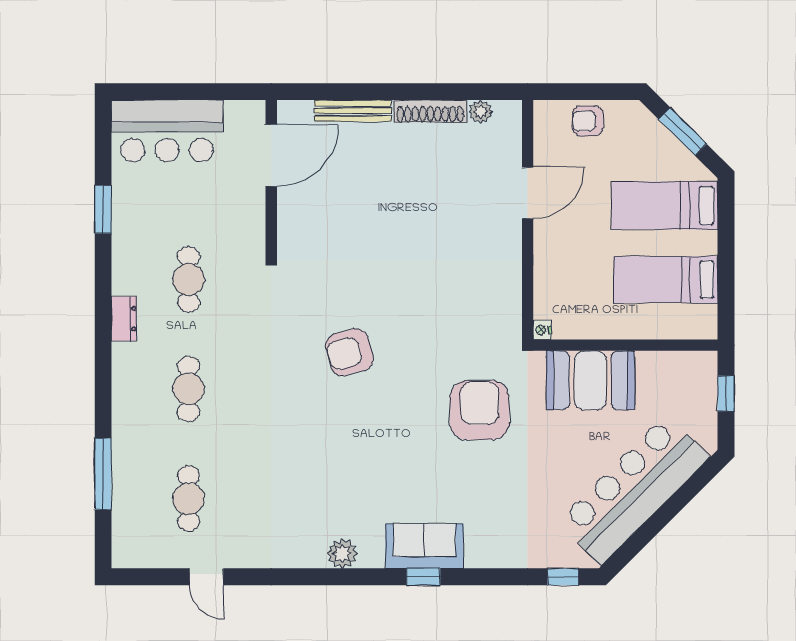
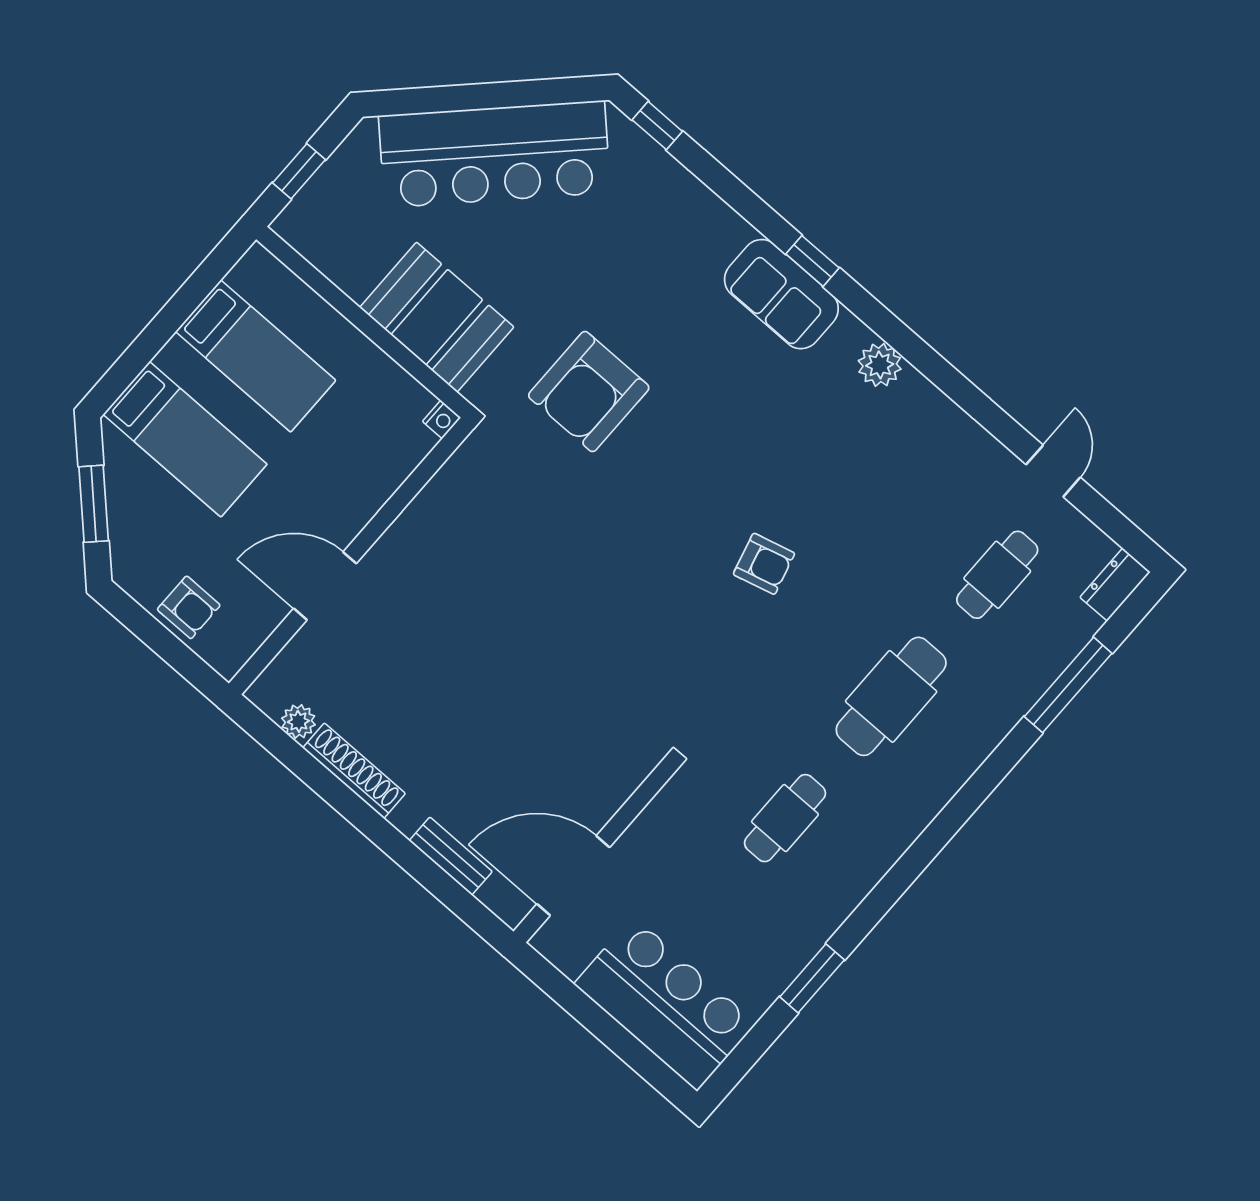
bench: (353, 111) -> (451, 856), width x0.73
dresser: (124, 319) -> (1115, 585), moved
armchair: (349, 352) -> (764, 564), moved, width x0.72, depth x0.72
cafe table: (189, 389) -> (891, 696), width x1.37, depth x1.35

